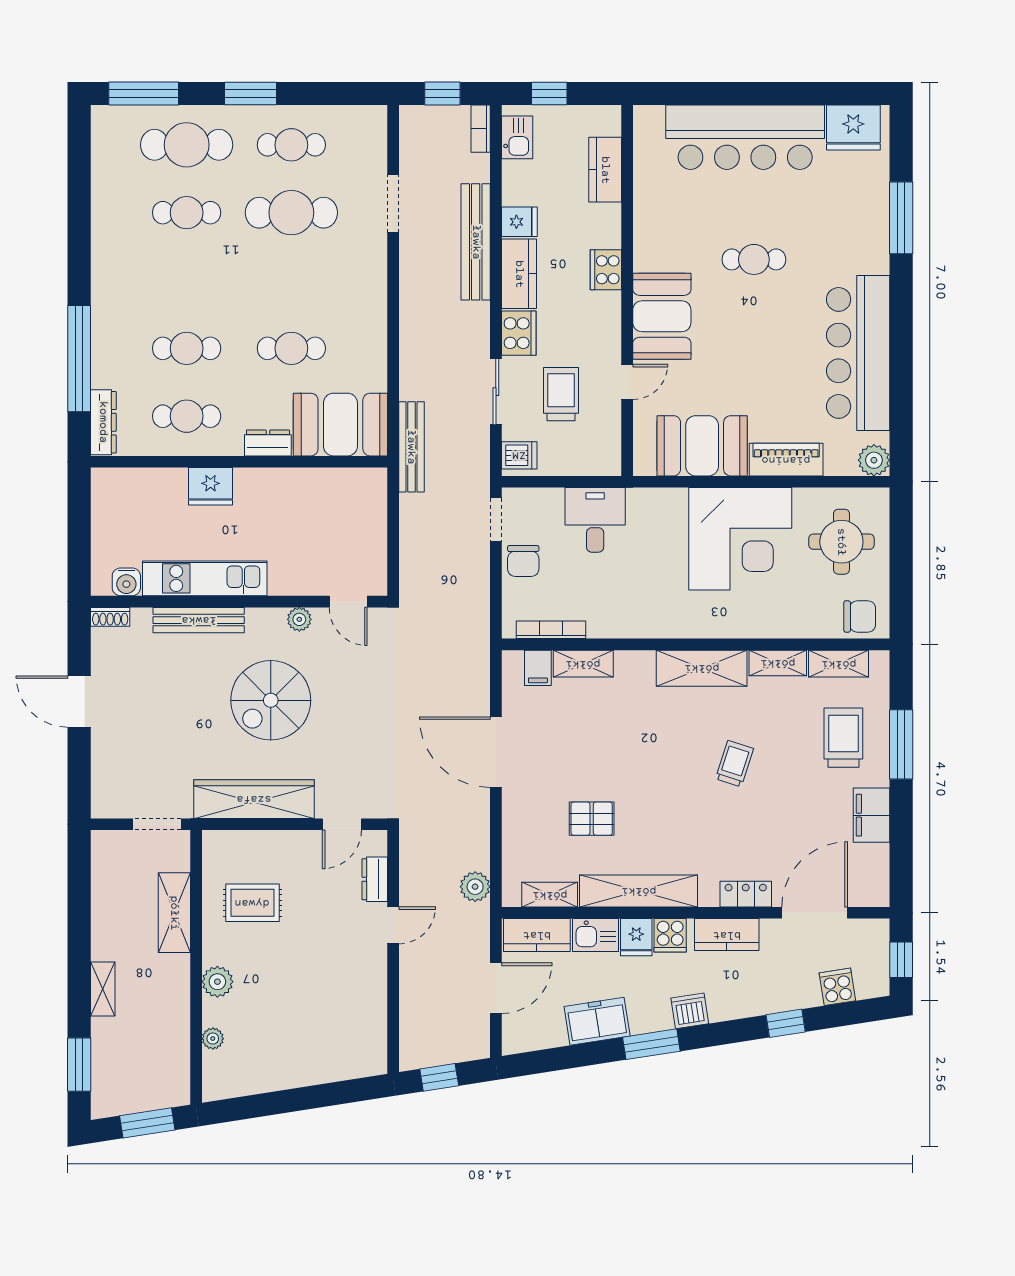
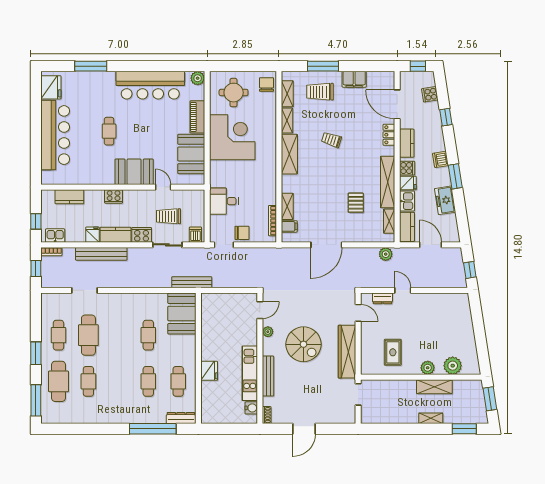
dresser: (268, 443) -> (190, 345), removed
shelving: (174, 913) -> (434, 387), moved
plant: (213, 1039) -> (453, 366), width x1.88, depth x1.88

